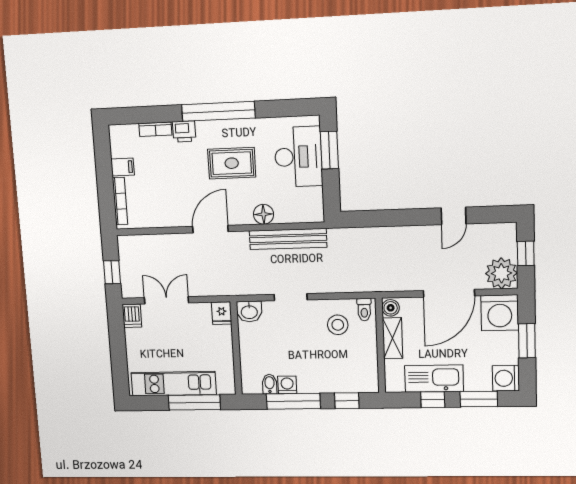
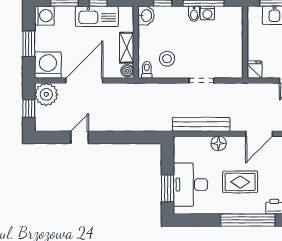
washbasin: (249, 312) -> (146, 16), moved, turned 90
bidet: (270, 384) -> (194, 14), moved

